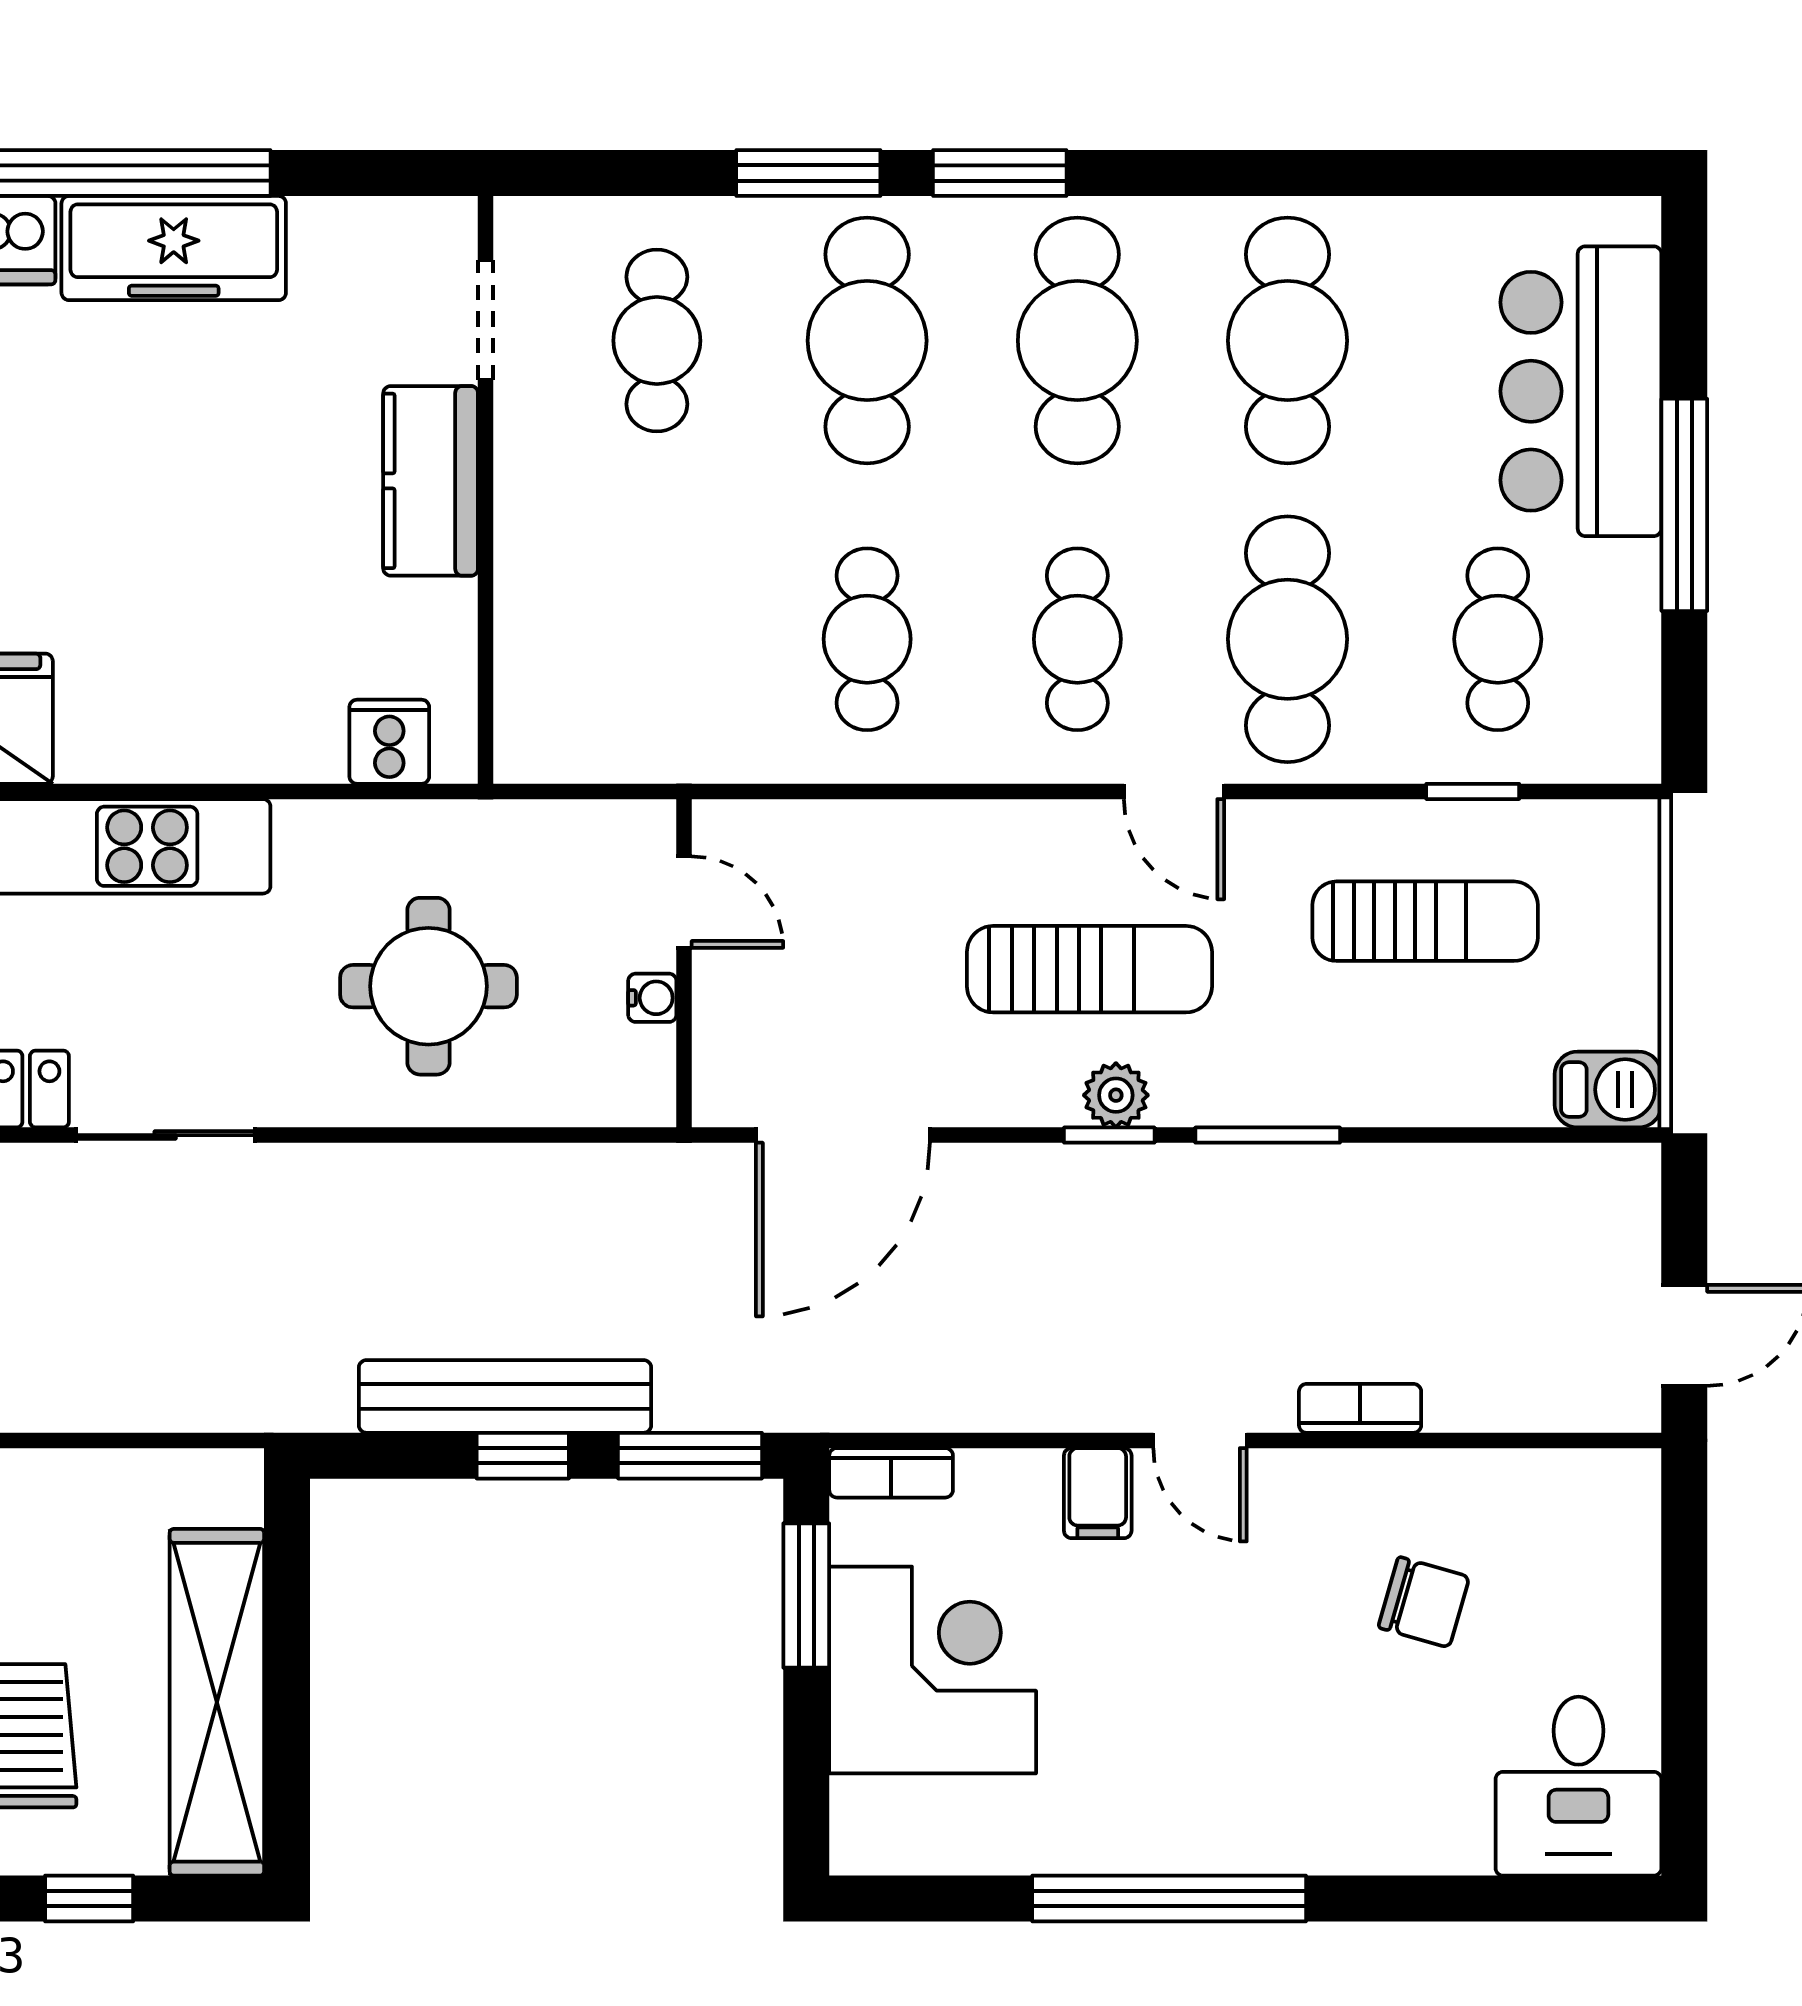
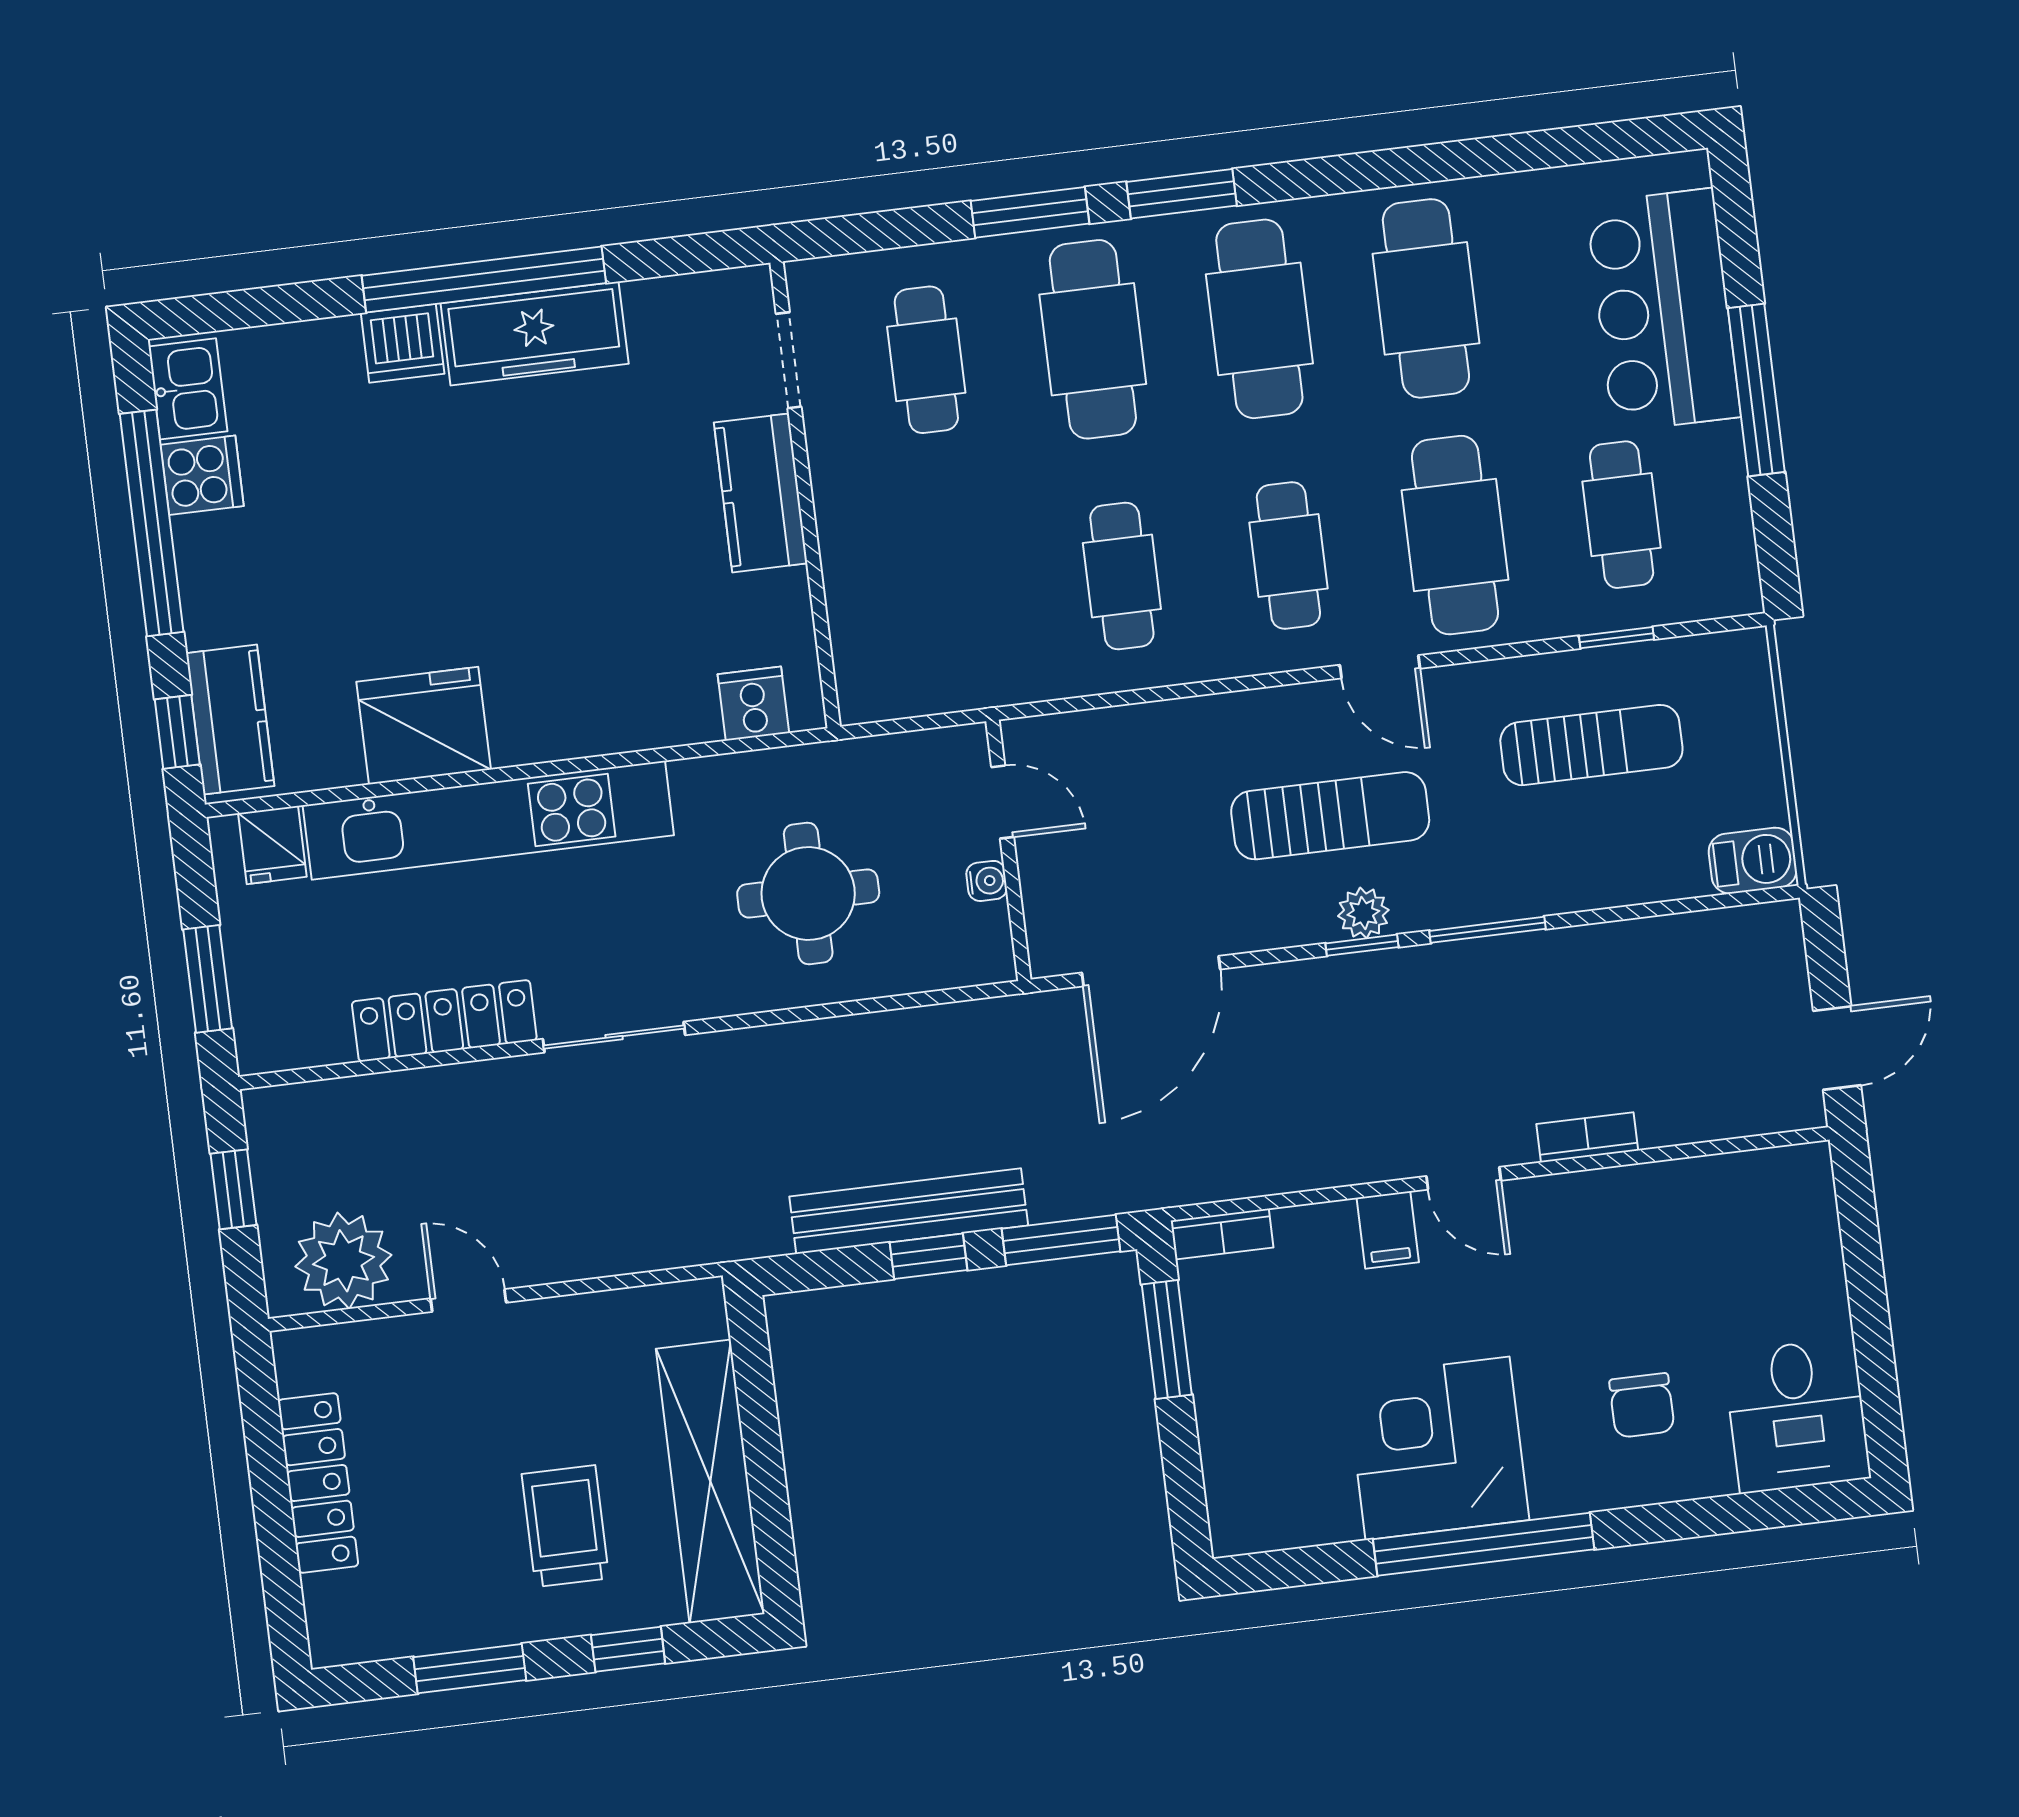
chair: (1424, 1602) -> (1642, 1405), moved, turned 74
corner desk: (933, 1670) -> (1437, 1448), moved, turned -90

